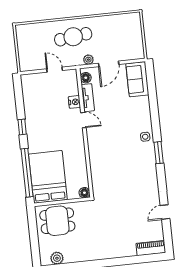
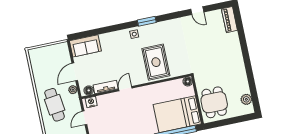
door: (109, 64) -> (75, 72), swing flipped
nightstand: (74, 102) -> (91, 102), moved
rug: (110, 158) -> (156, 62), added

